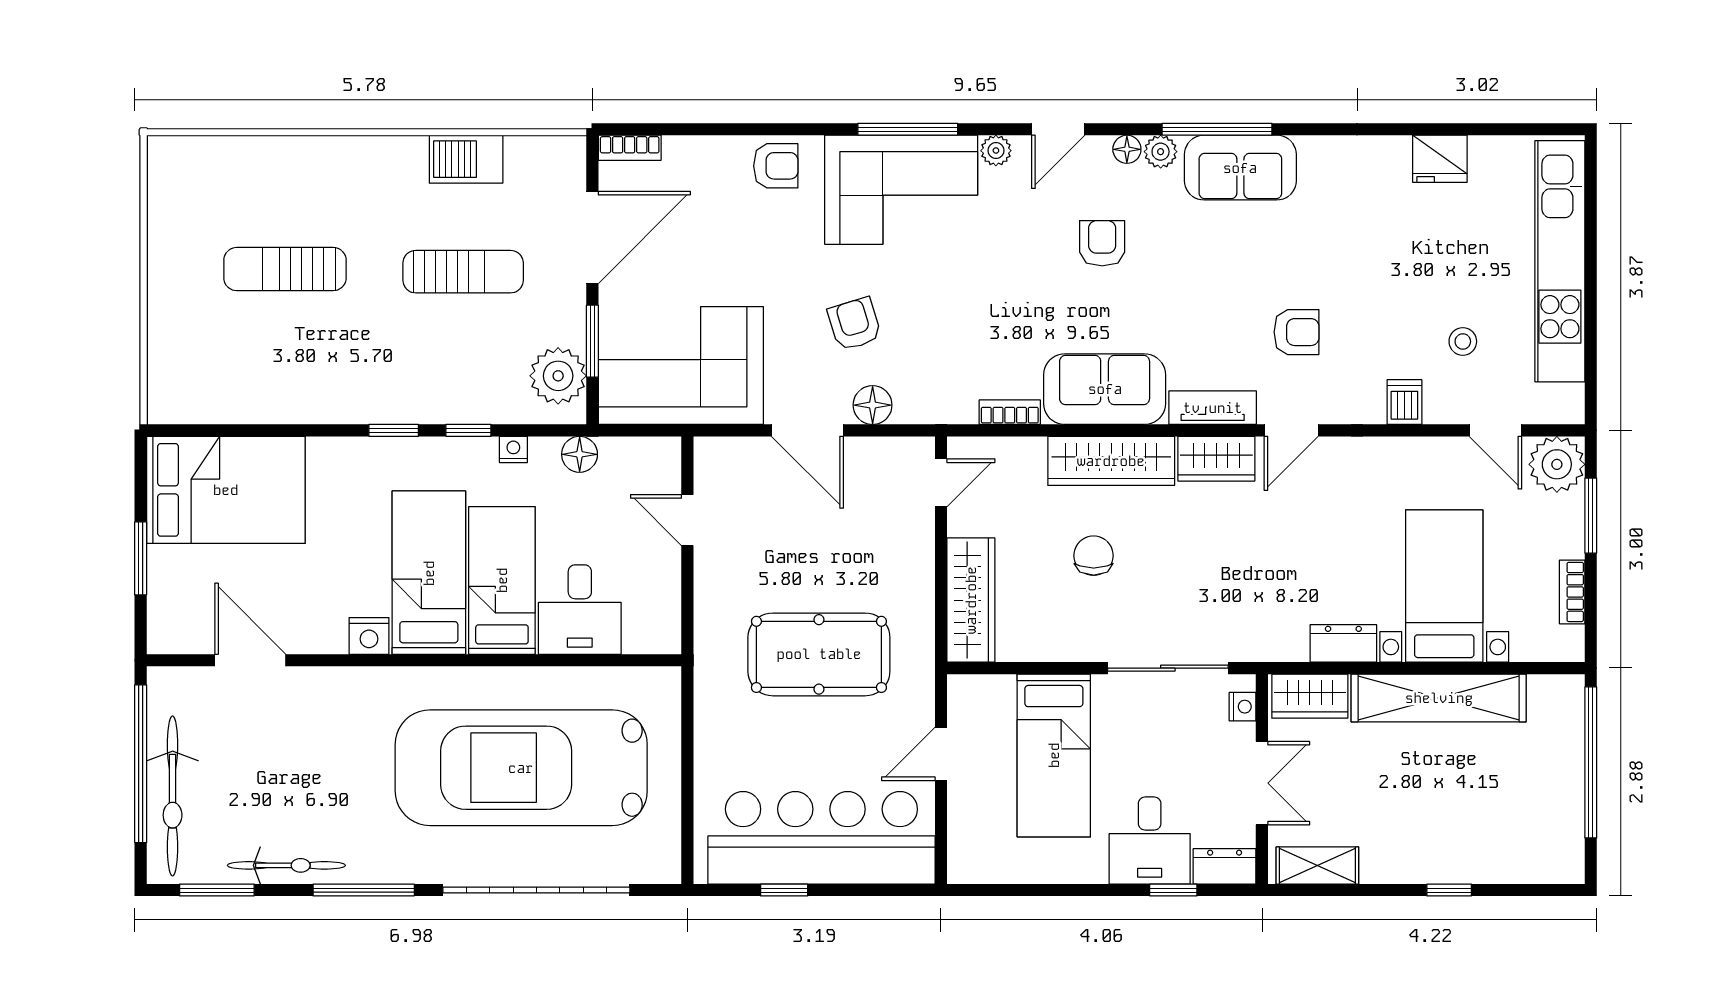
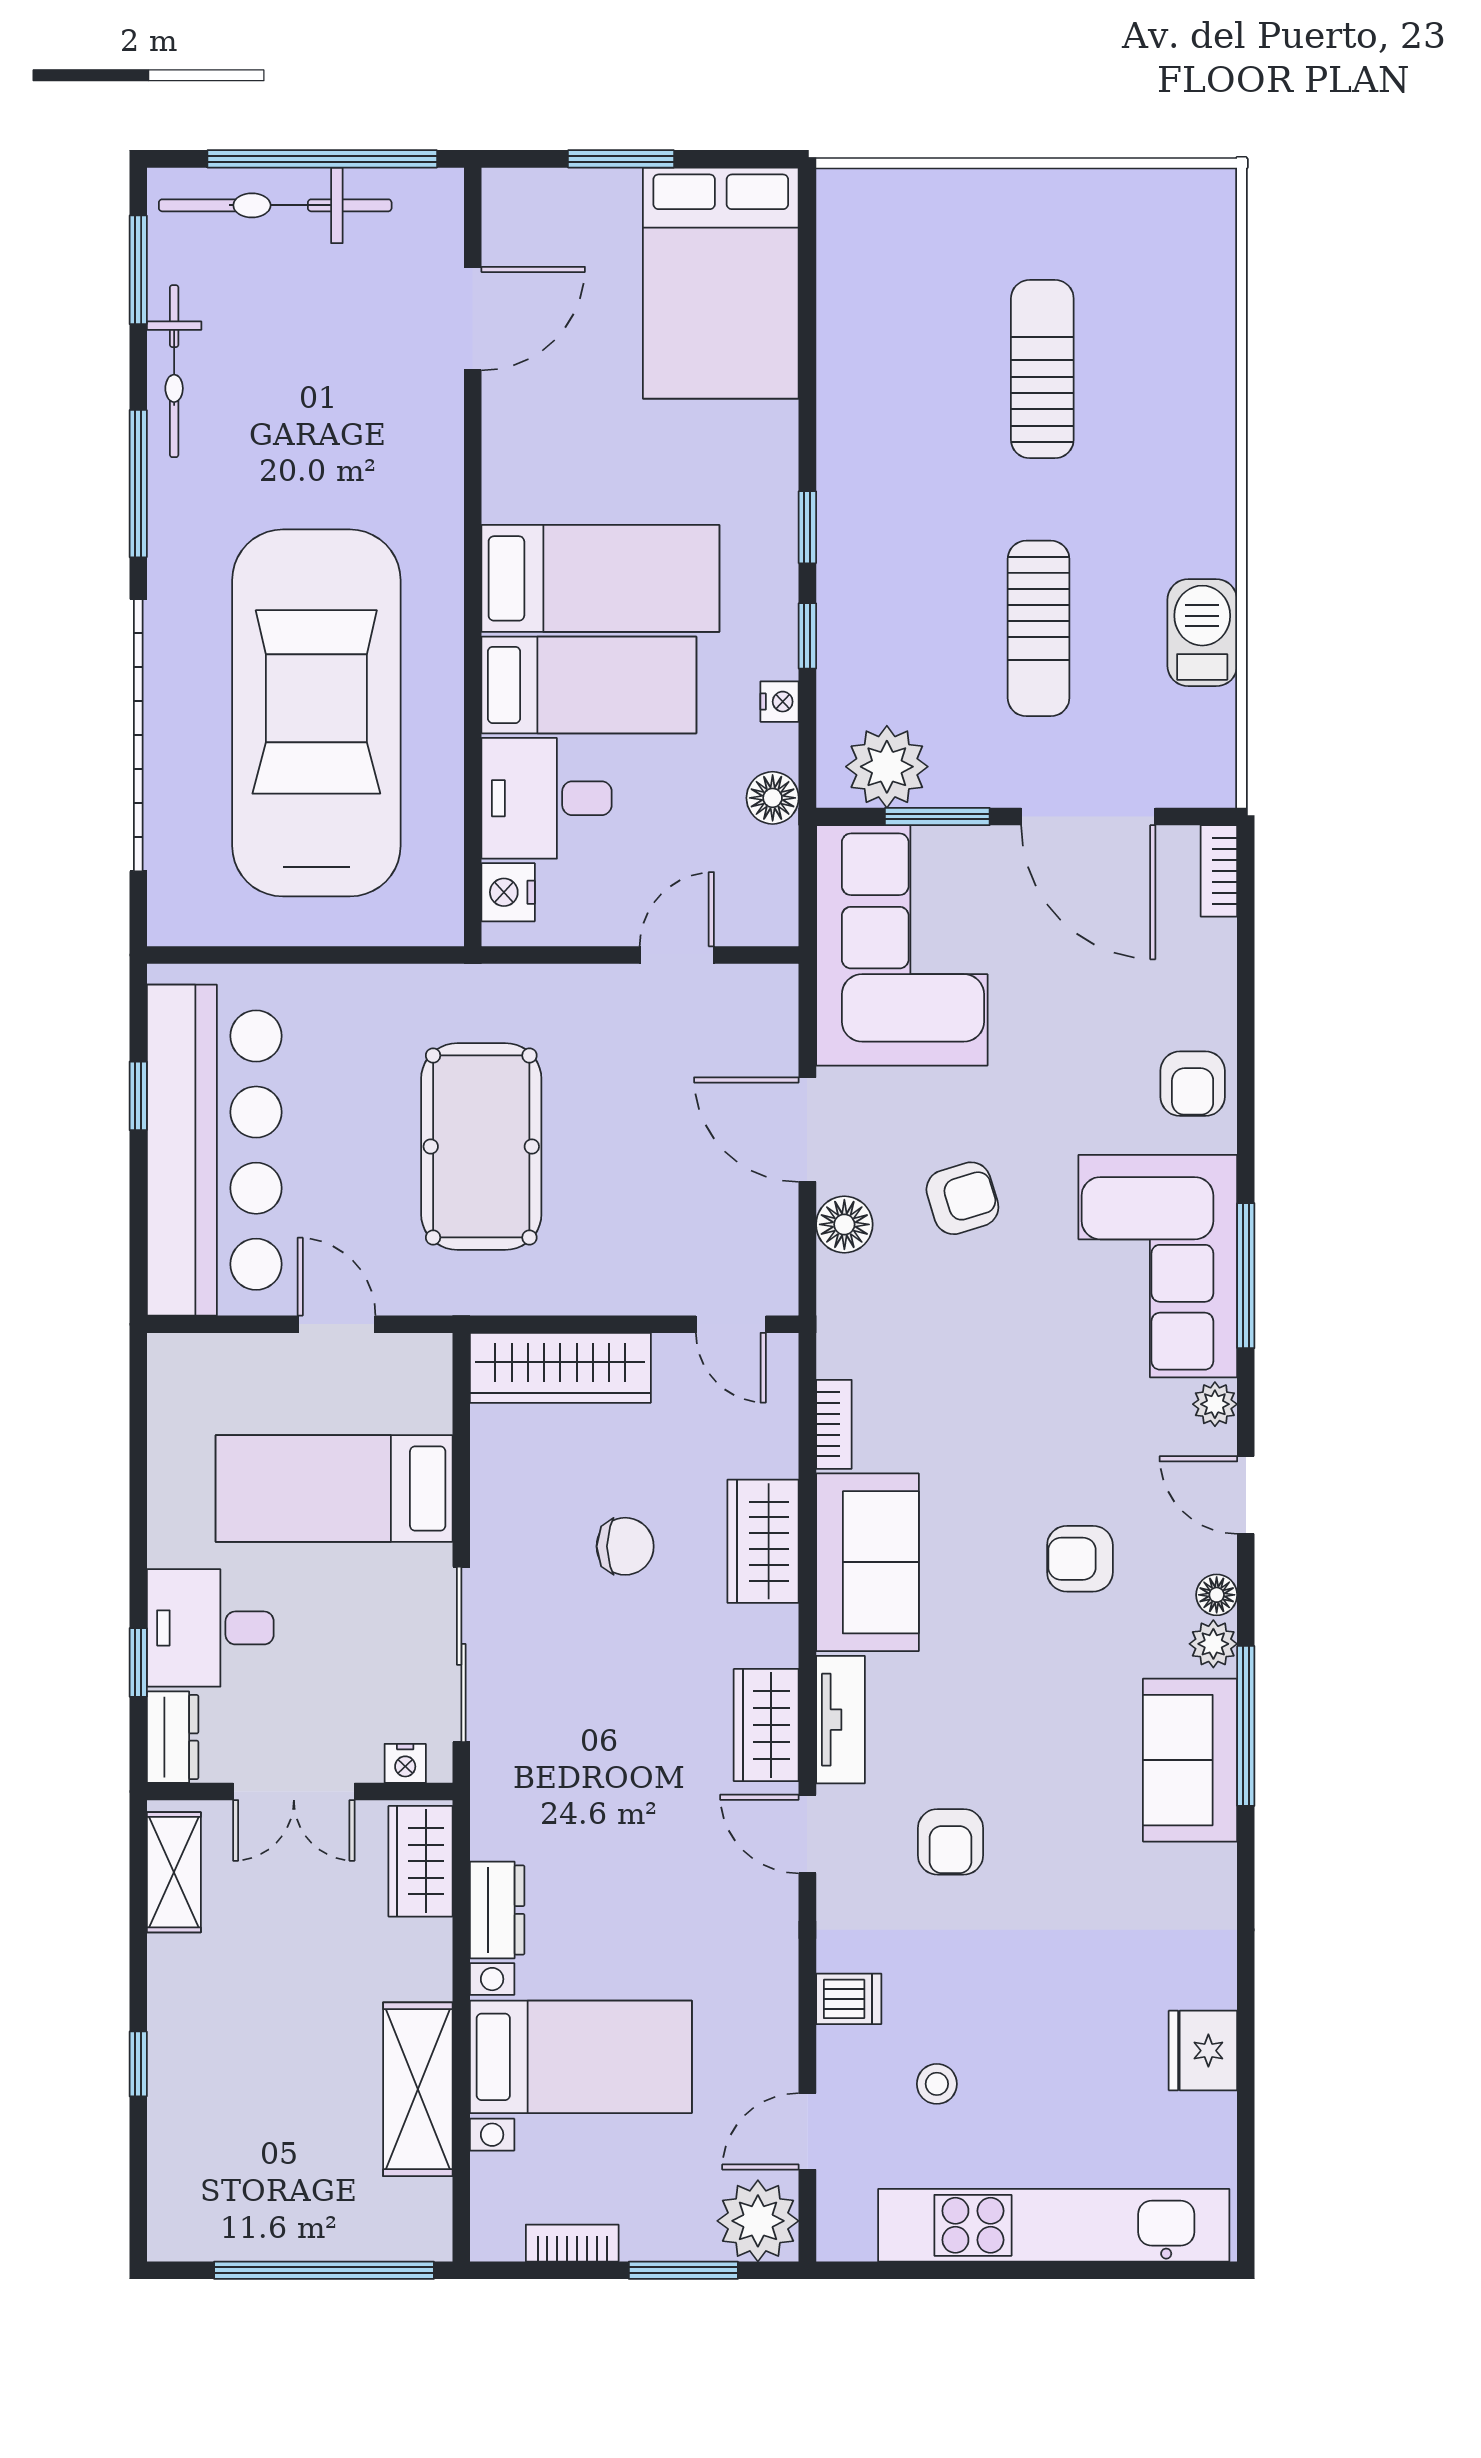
armchair: (1102, 243) -> (1080, 1559), turned 180
door: (807, 430) -> (807, 1130), hinge flipped
wardrobe: (1111, 461) -> (763, 1541), width x0.67
nightstand: (369, 636) -> (508, 892), moved
shelving: (1439, 698) -> (418, 2089), width x0.68

